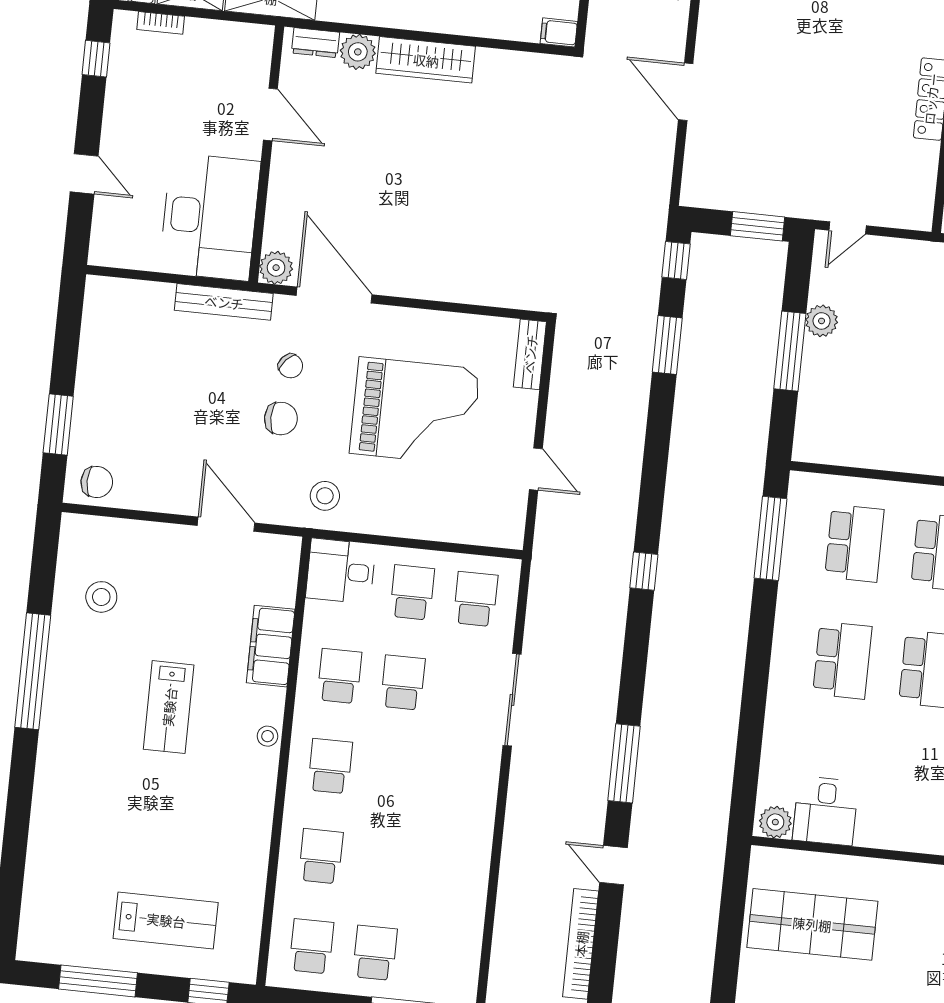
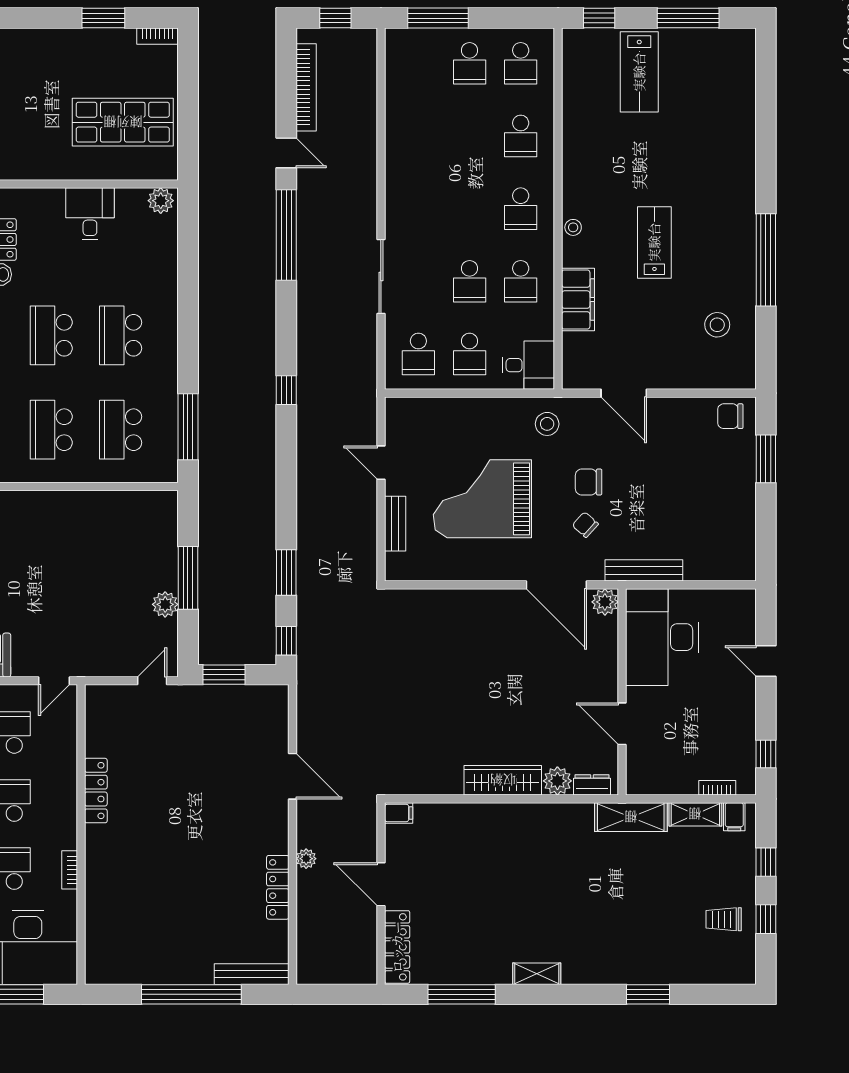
bench: (530, 354) -> (395, 524), moved
window: (624, 763) -> (286, 235), width x1.46
desk: (825, 811) -> (90, 214), moved
lab bench: (166, 920) -> (639, 72), turned -90

